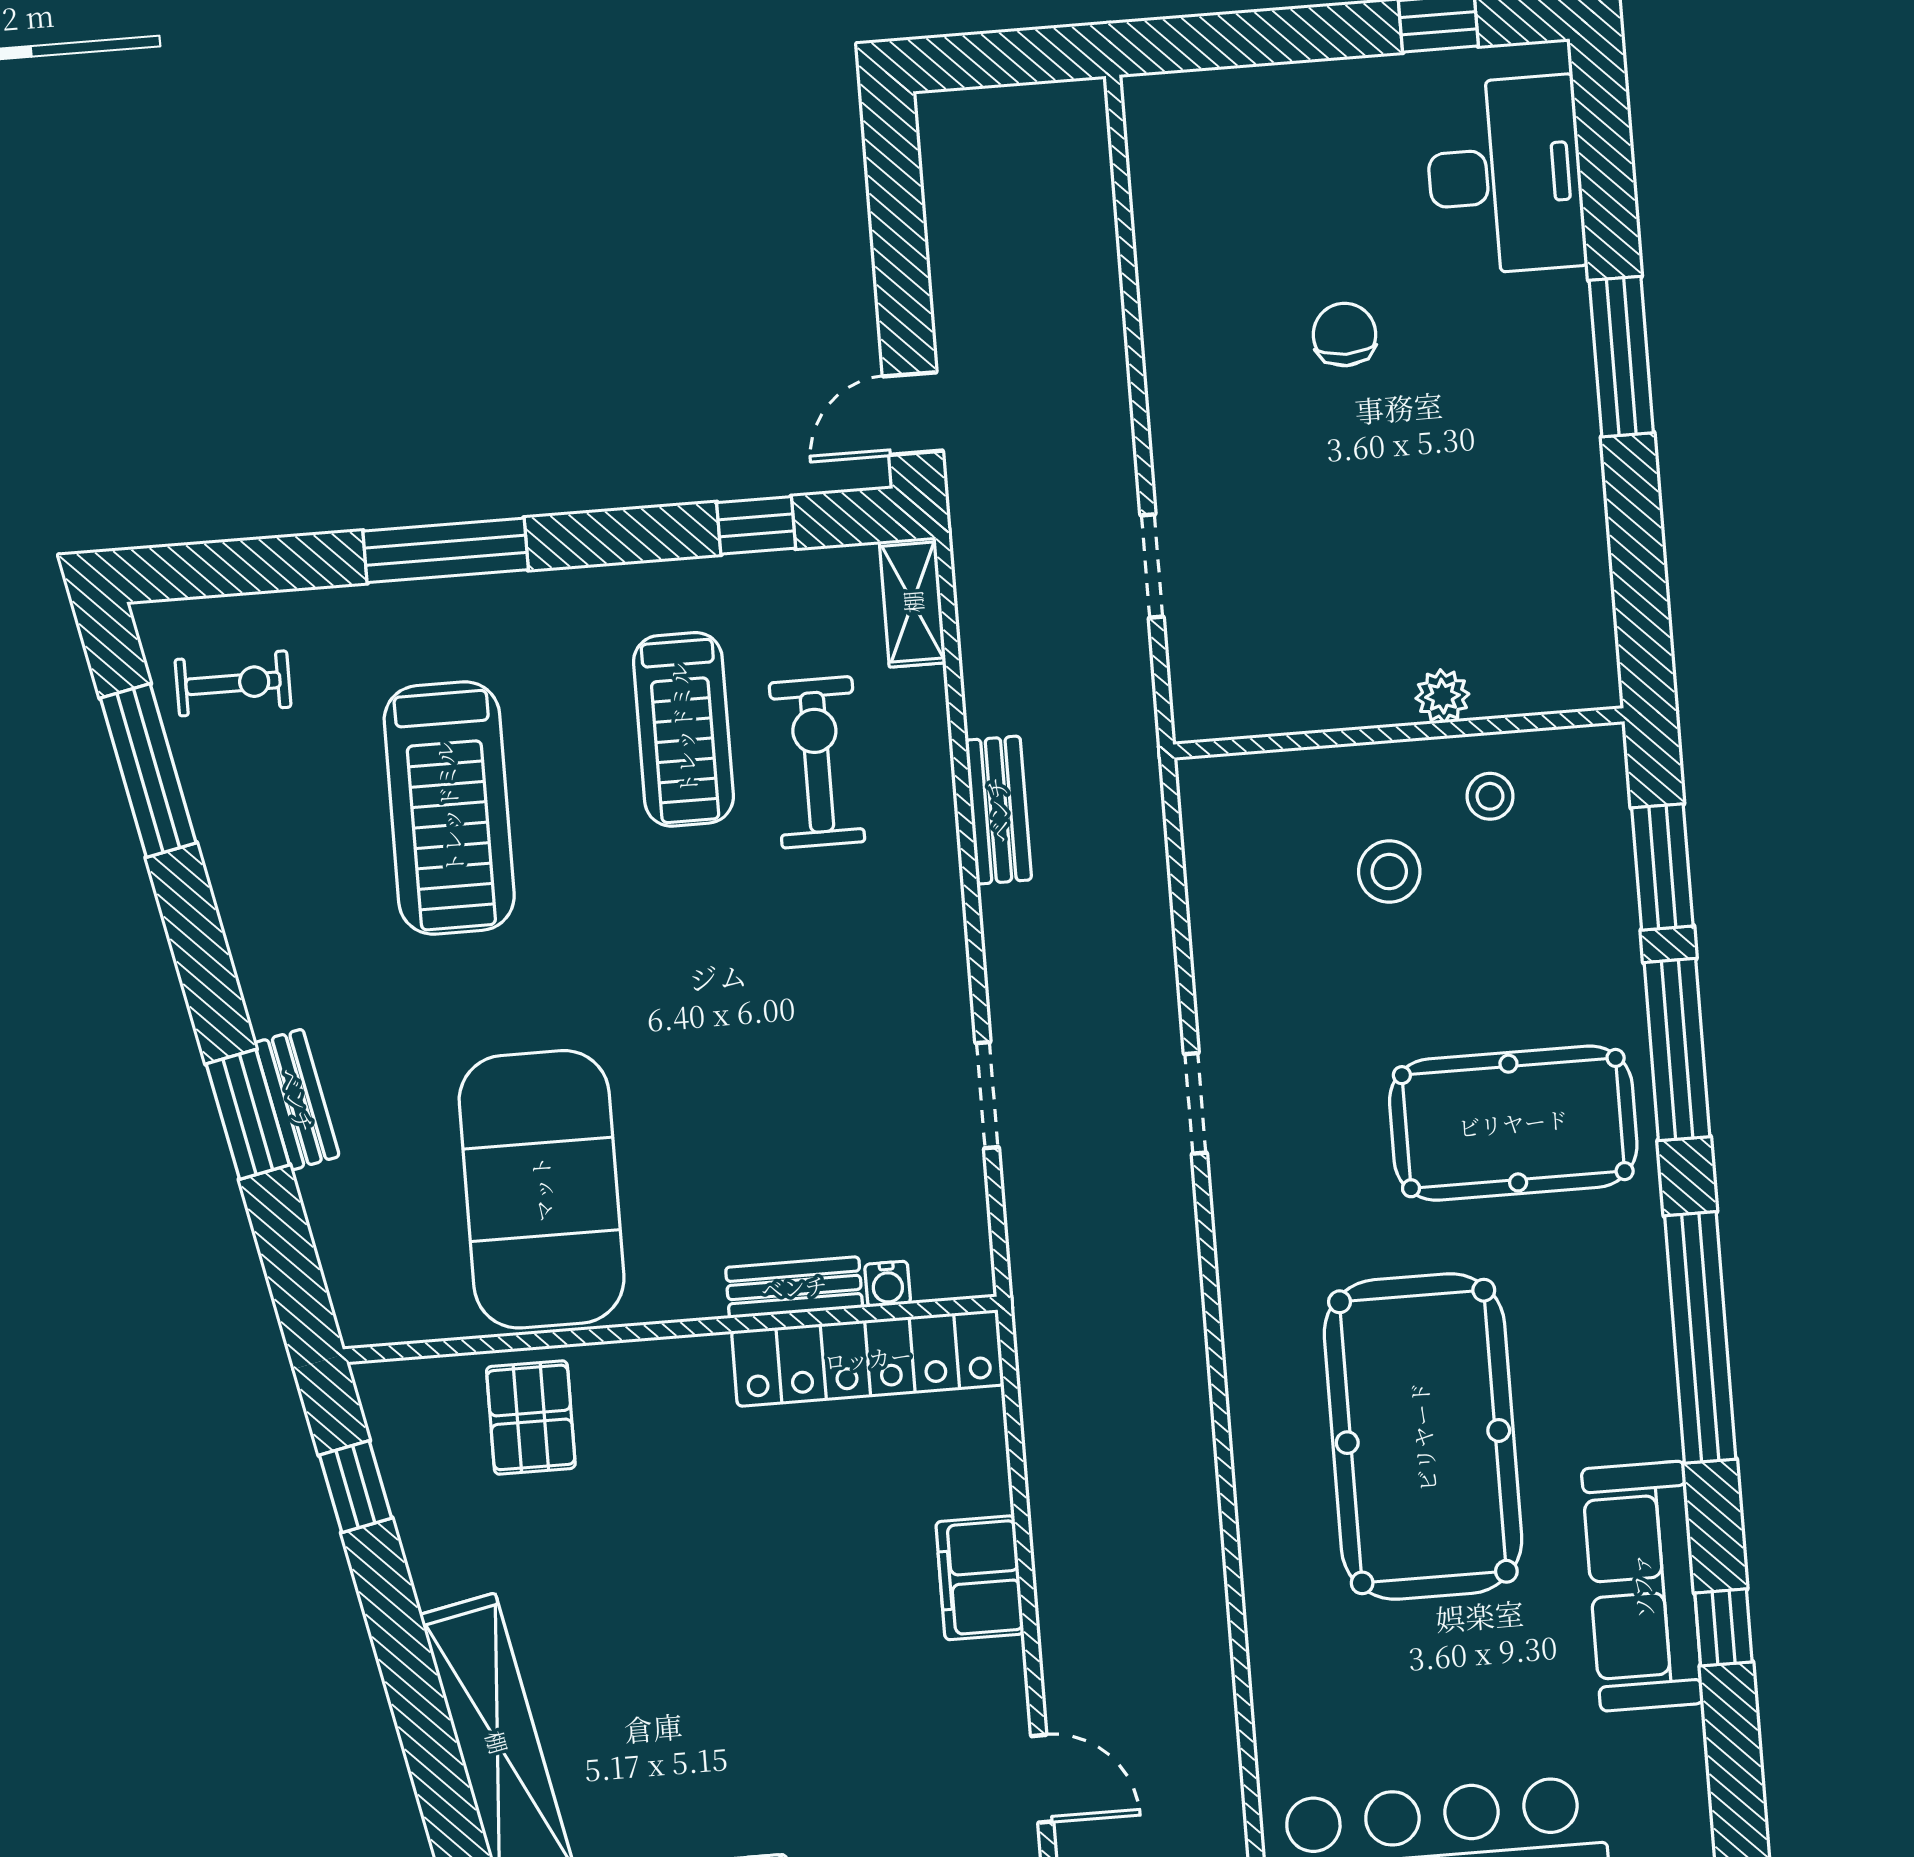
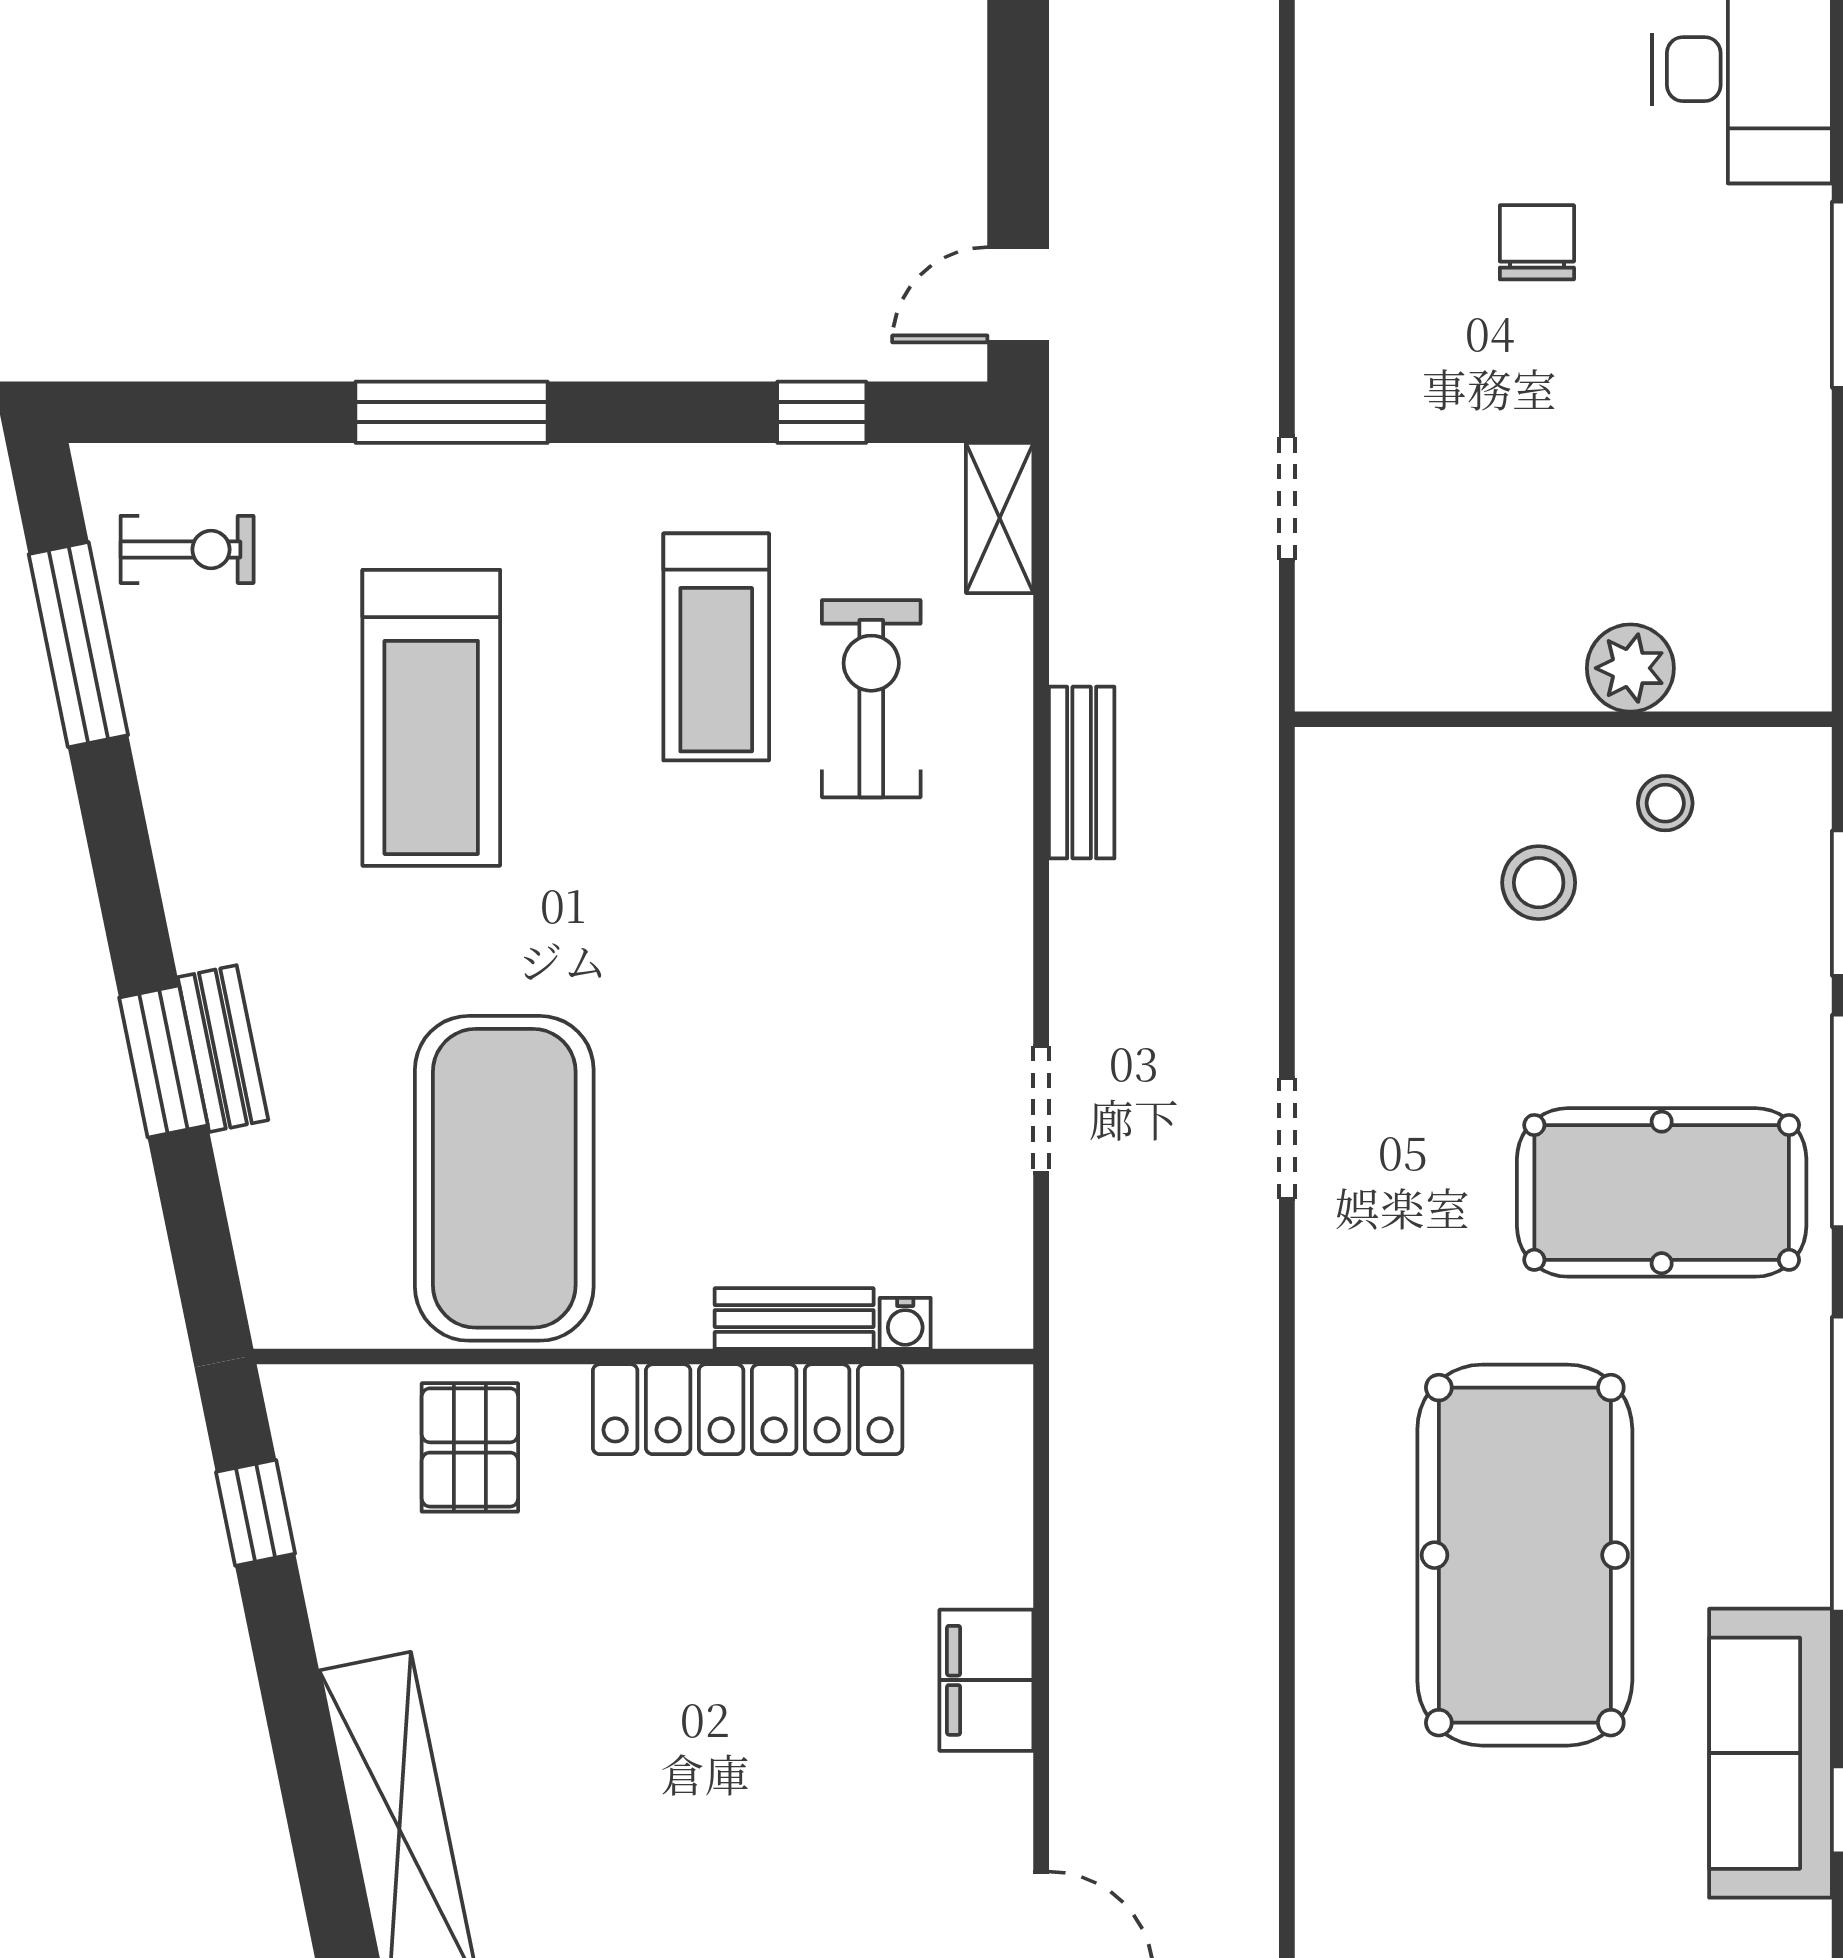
plant: (1442, 696) -> (1630, 668), width x1.38, depth x1.38
locker: (868, 1358) -> (748, 1409), moved

